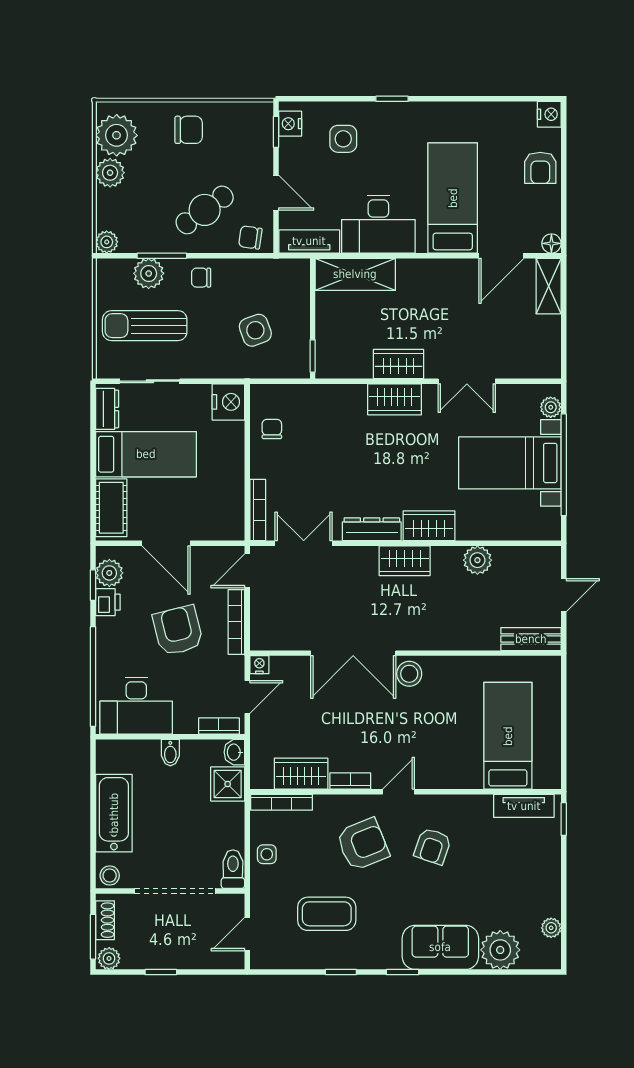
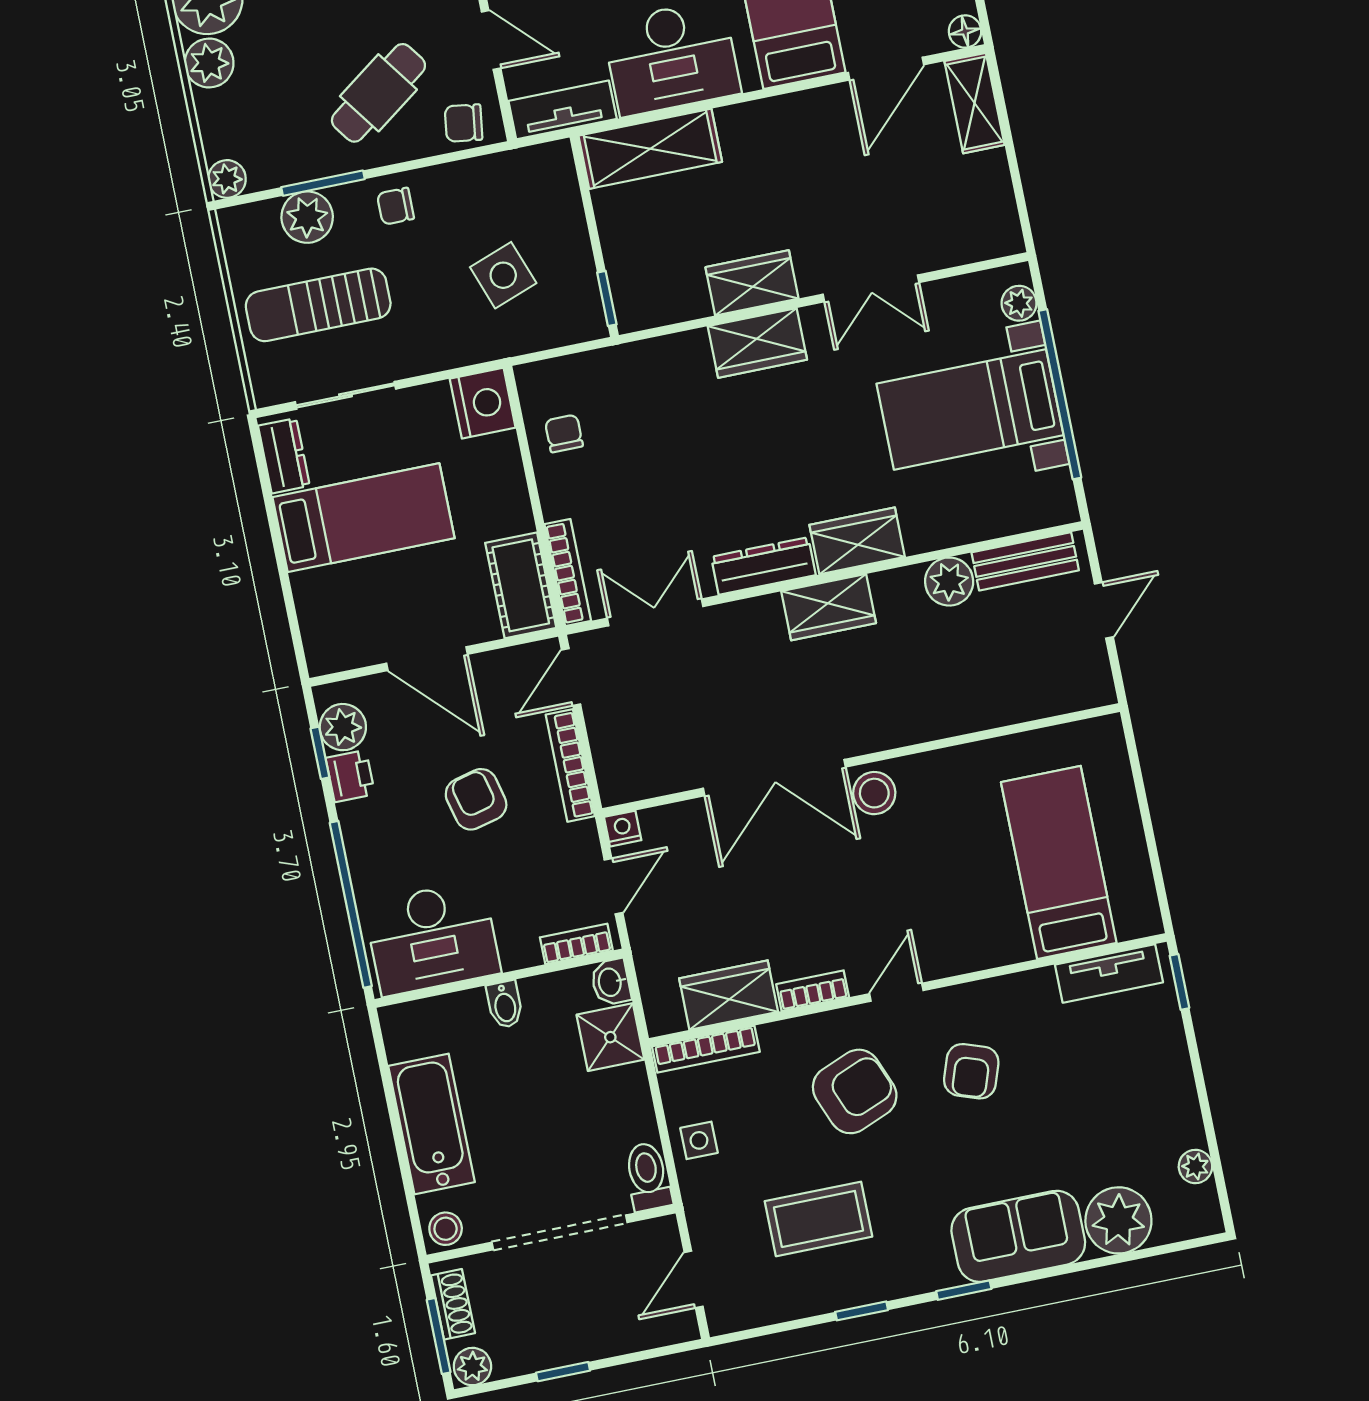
cot: (111, 508) -> (521, 585), moved
armchair: (178, 630) -> (476, 799), width x0.72, depth x0.72
bench: (531, 639) -> (1025, 561), moved

